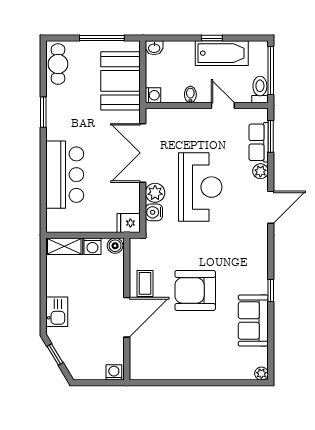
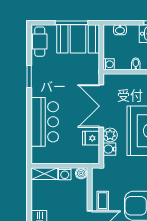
washbasin: (154, 48) -> (120, 30), moved
booth: (120, 81) -> (78, 39), moved, turned 90
fridge: (129, 223) -> (91, 138), moved

